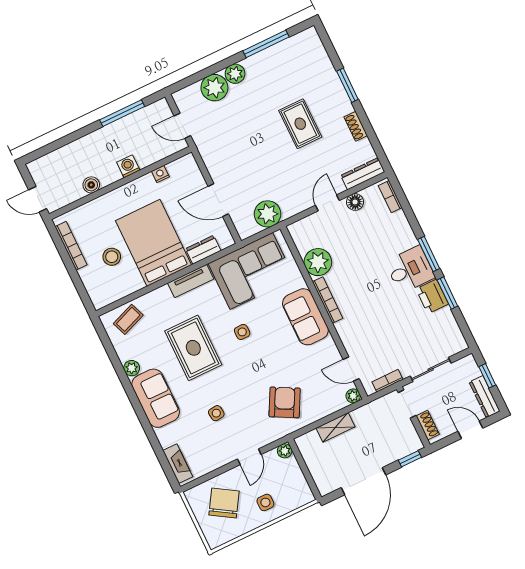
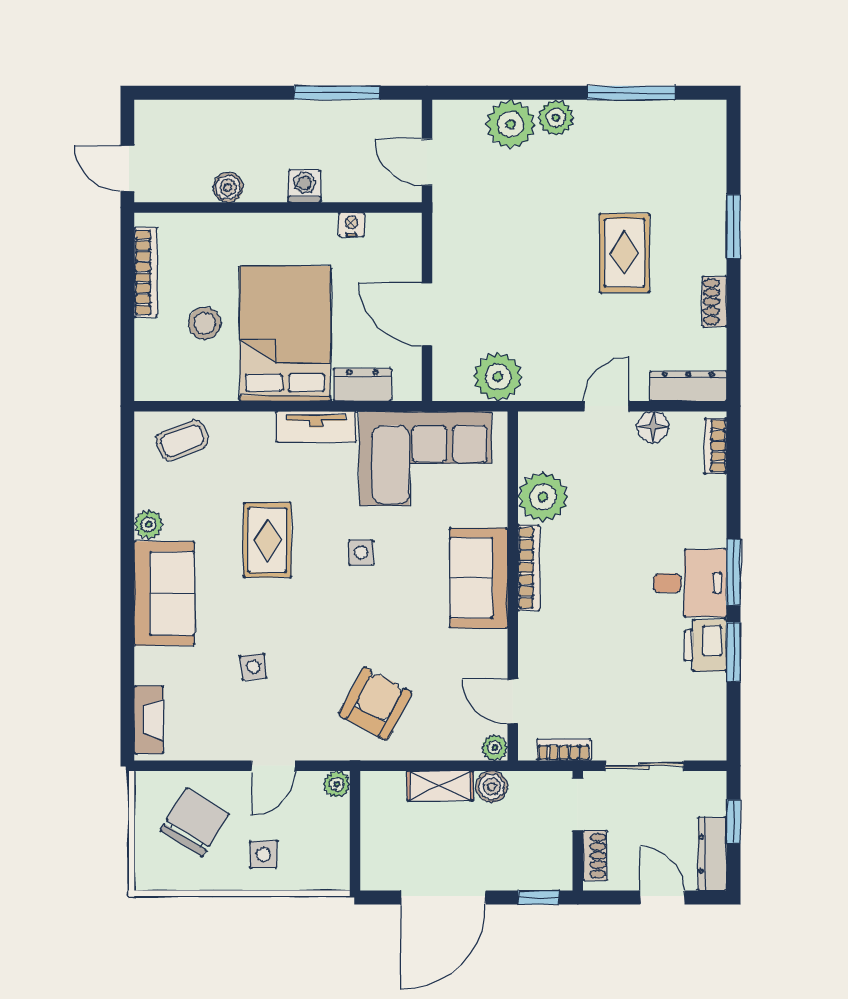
rug: (193, 348) -> (267, 540), width x0.73, depth x0.70
boiler: (361, 416) -> (492, 787), added

